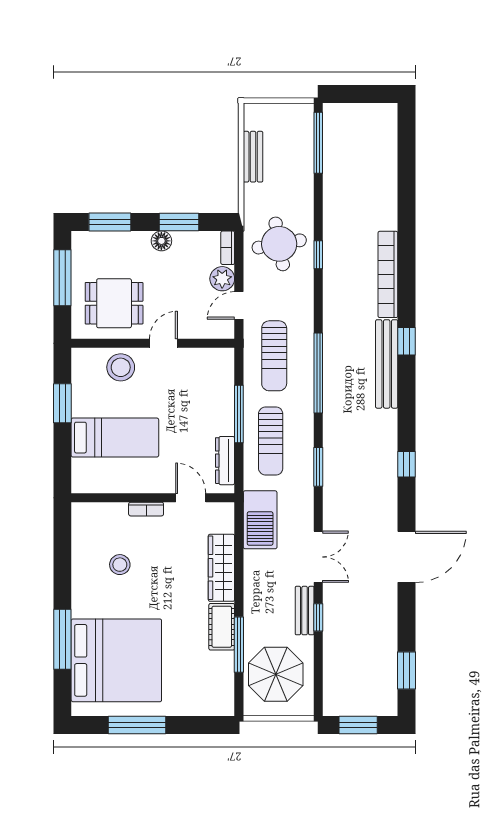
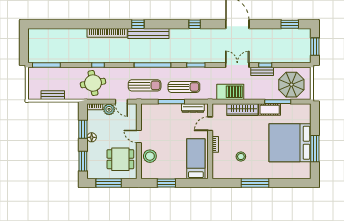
dining table: (114, 303) -> (120, 159), turned 90
bed: (115, 438) -> (196, 159), moved
barbecue: (260, 520) -> (230, 92), moved
window: (62, 639) -> (255, 183), moved
bed: (116, 660) -> (290, 143), moved, turned -90

